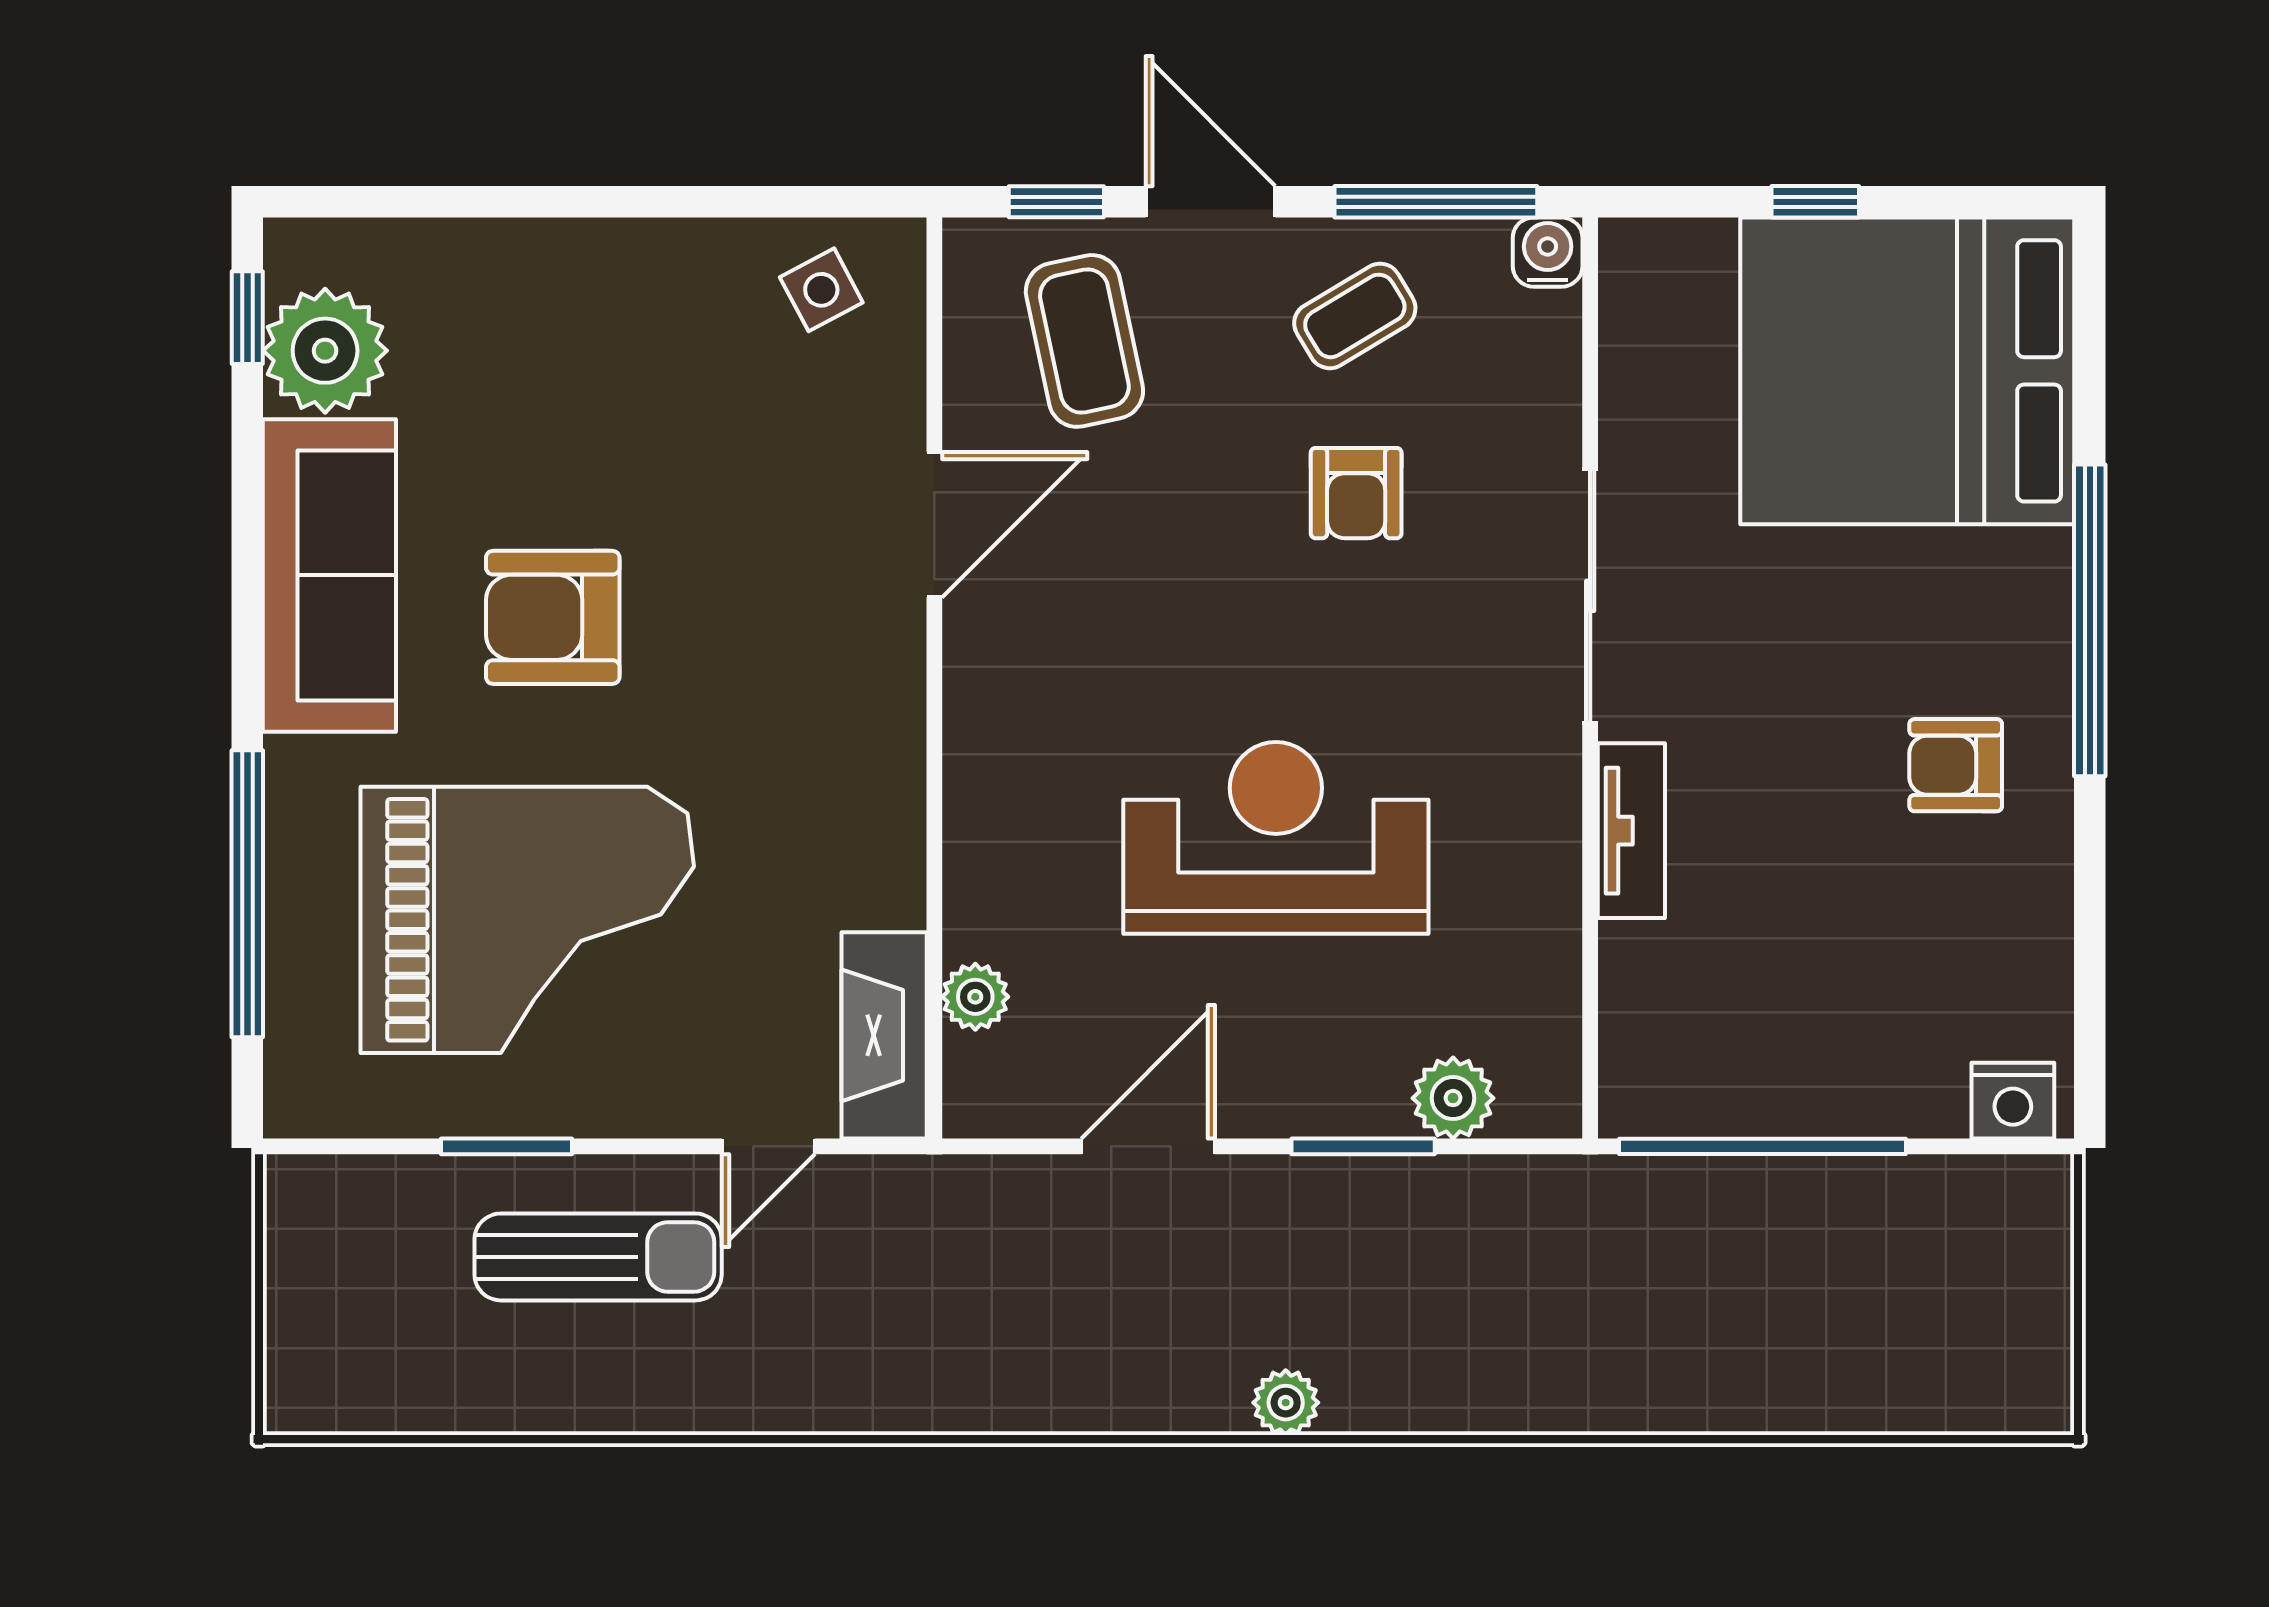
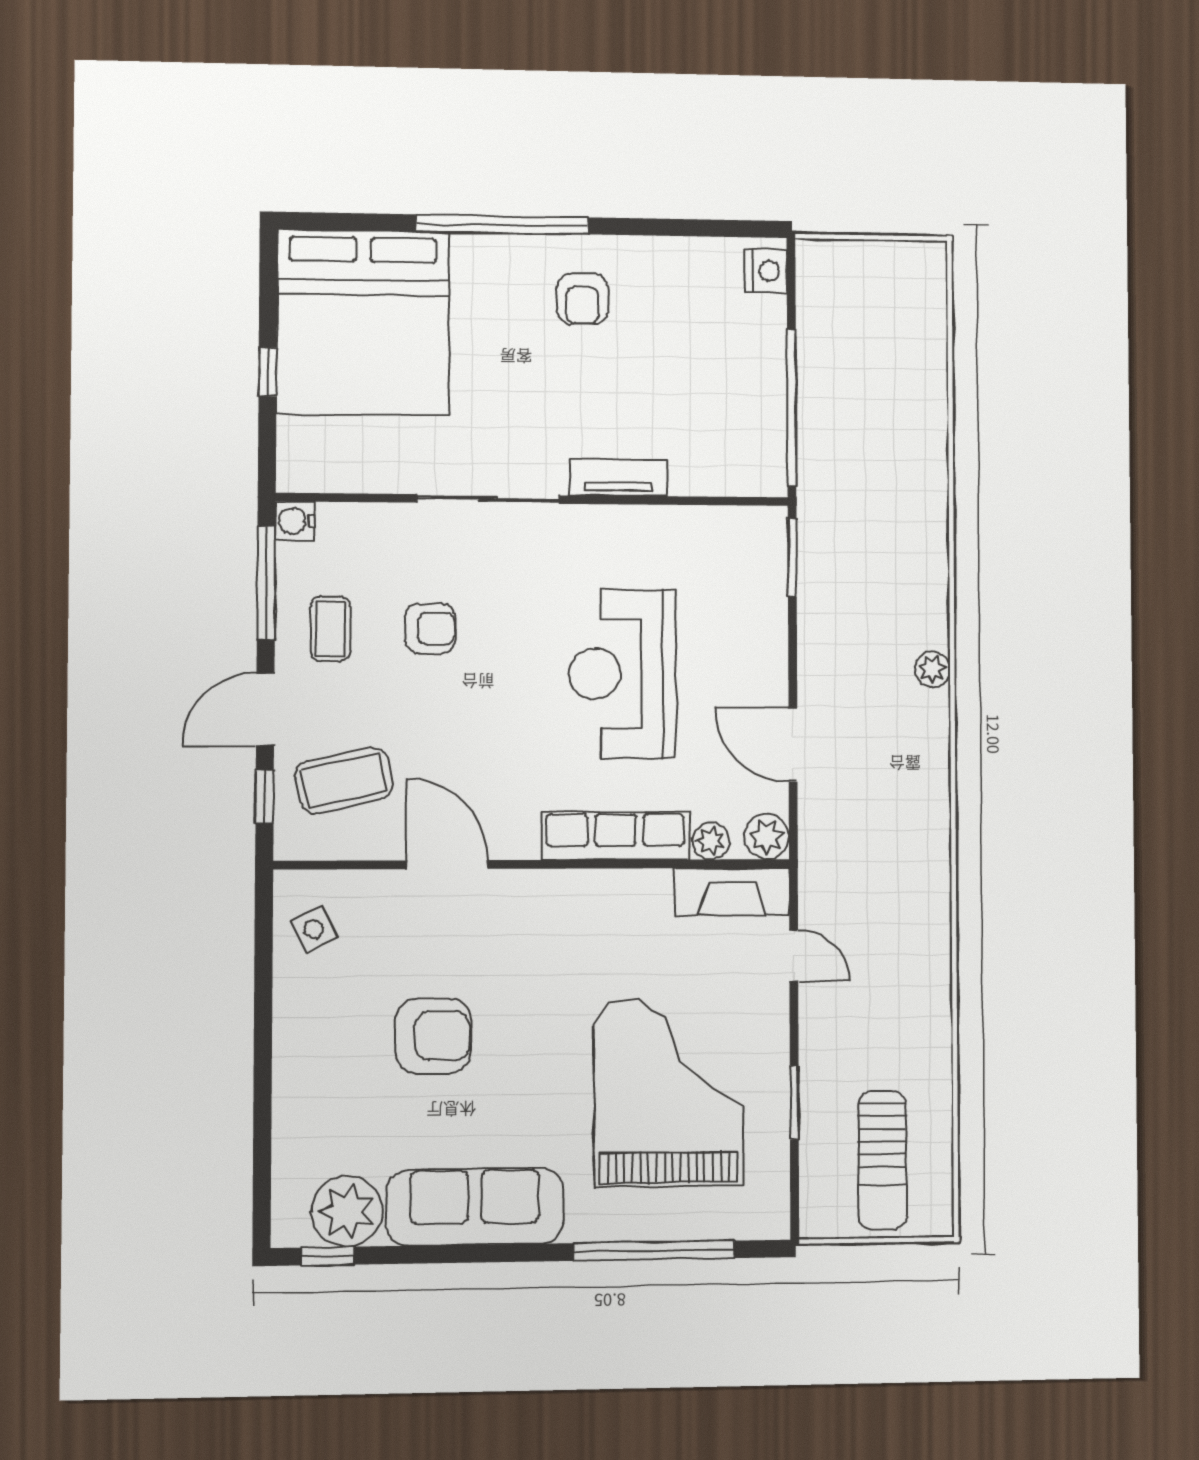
coffee table: (1355, 316) -> (330, 629), turned 31
armchair: (553, 617) -> (433, 1036), moved, turned -90
row of seats: (985, 825) -> (616, 836), added
plant: (1453, 1098) -> (767, 837), moved
window: (1363, 1146) -> (792, 557), moved
sun lounger: (598, 1257) -> (882, 1160), moved, turned 180

